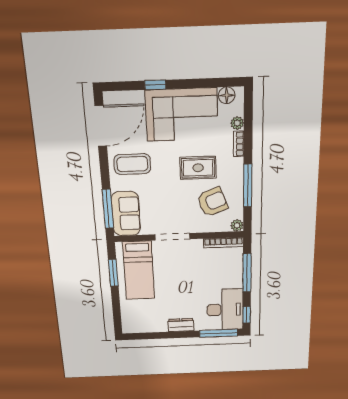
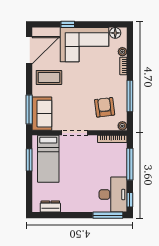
rug: (198, 168) -> (95, 82), removed
armchair: (212, 202) -> (105, 107), turned -76
dresser: (181, 325) -> (50, 207), moved

